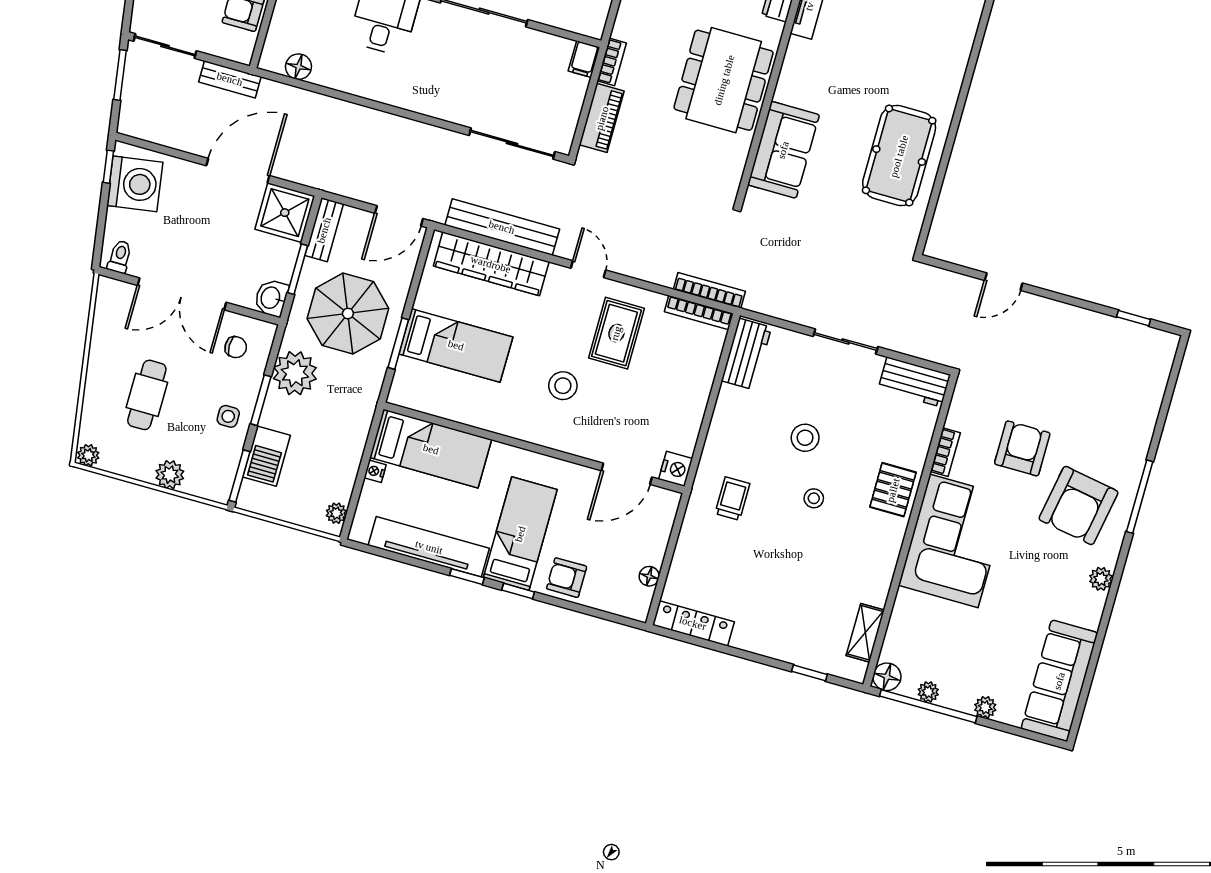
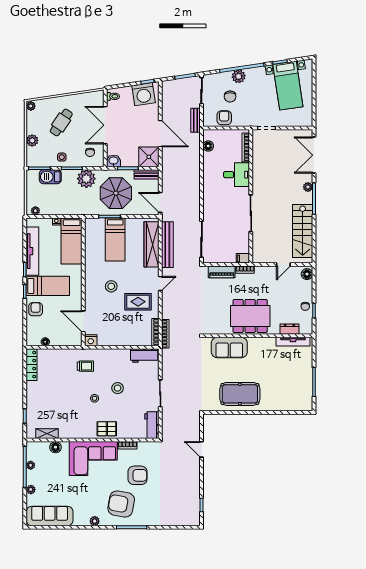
cafe table: (147, 395) -> (61, 122), turned -56
floor lamp: (887, 677) -> (55, 447), moved

